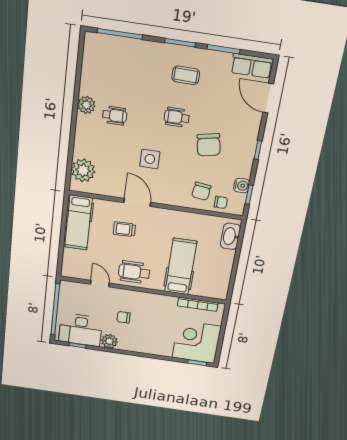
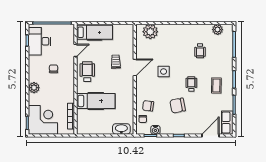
plant: (86, 105) -> (218, 30), moved
wheelchair: (115, 115) -> (200, 51), moved
hospital bed: (78, 223) -> (95, 32), moved, turned 180
plant: (109, 341) -> (34, 88), moved

